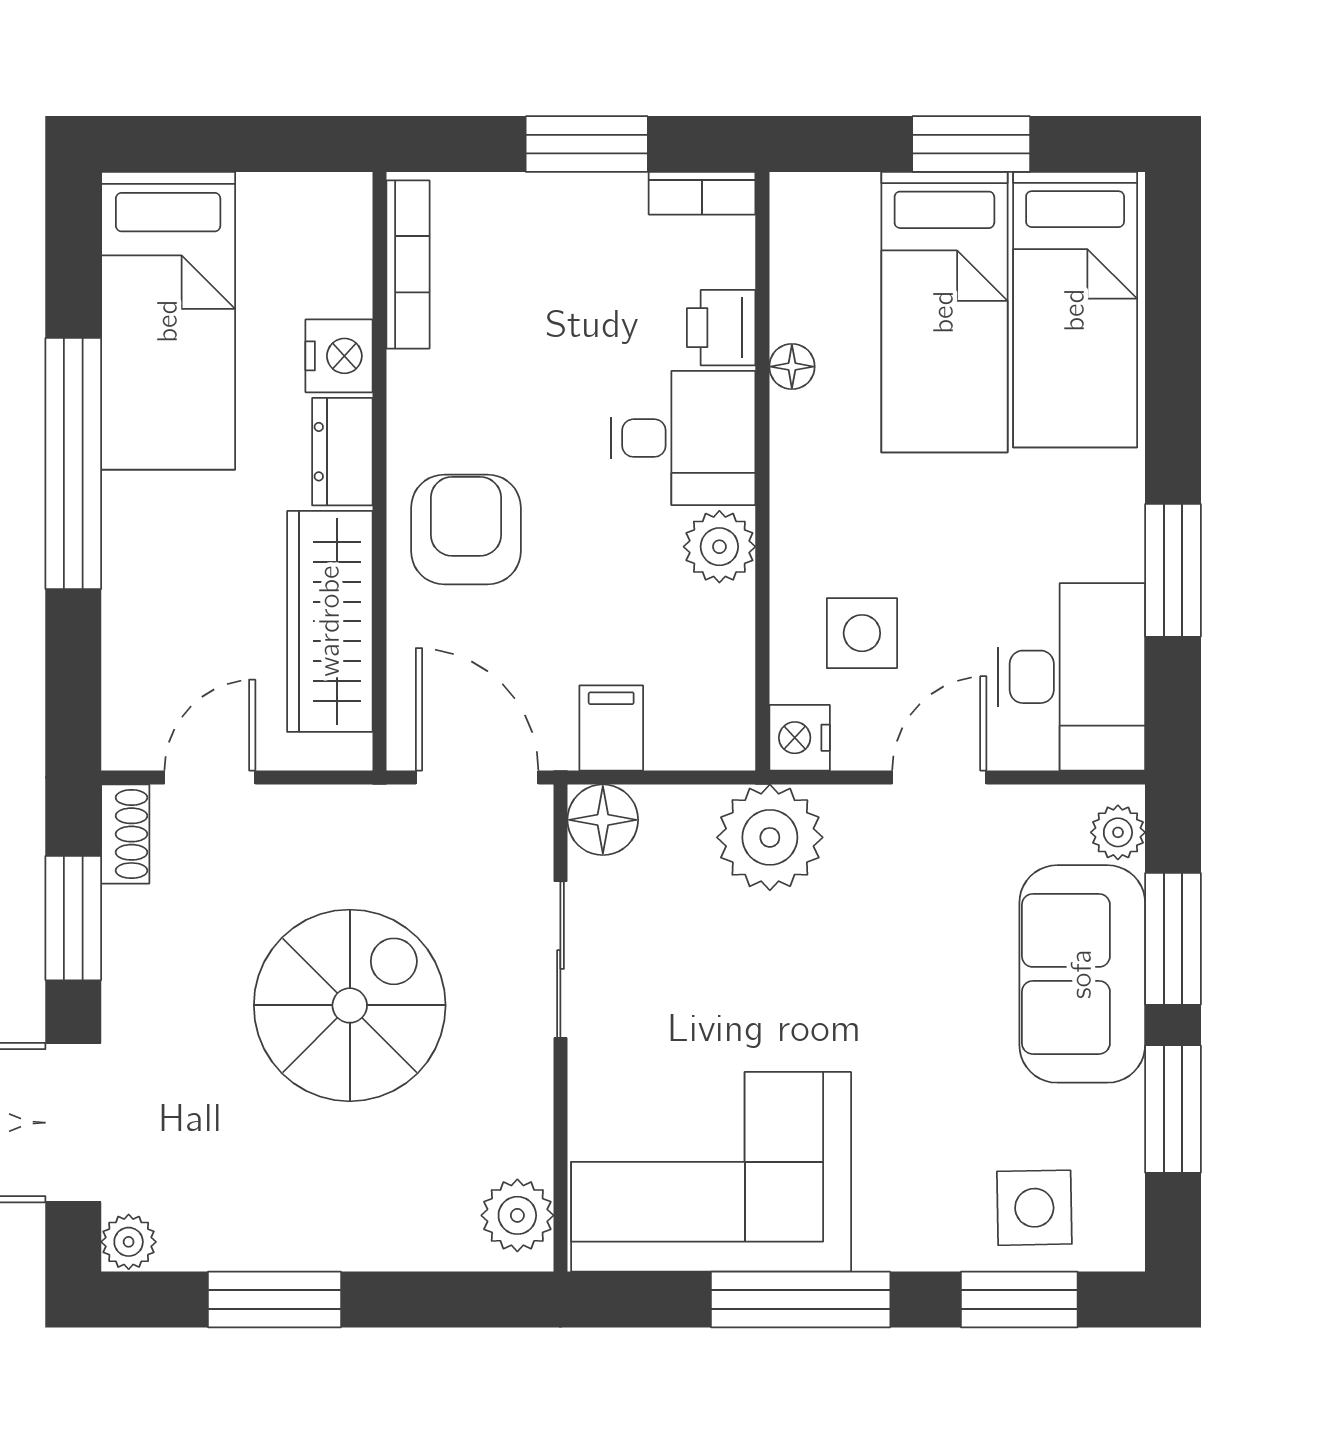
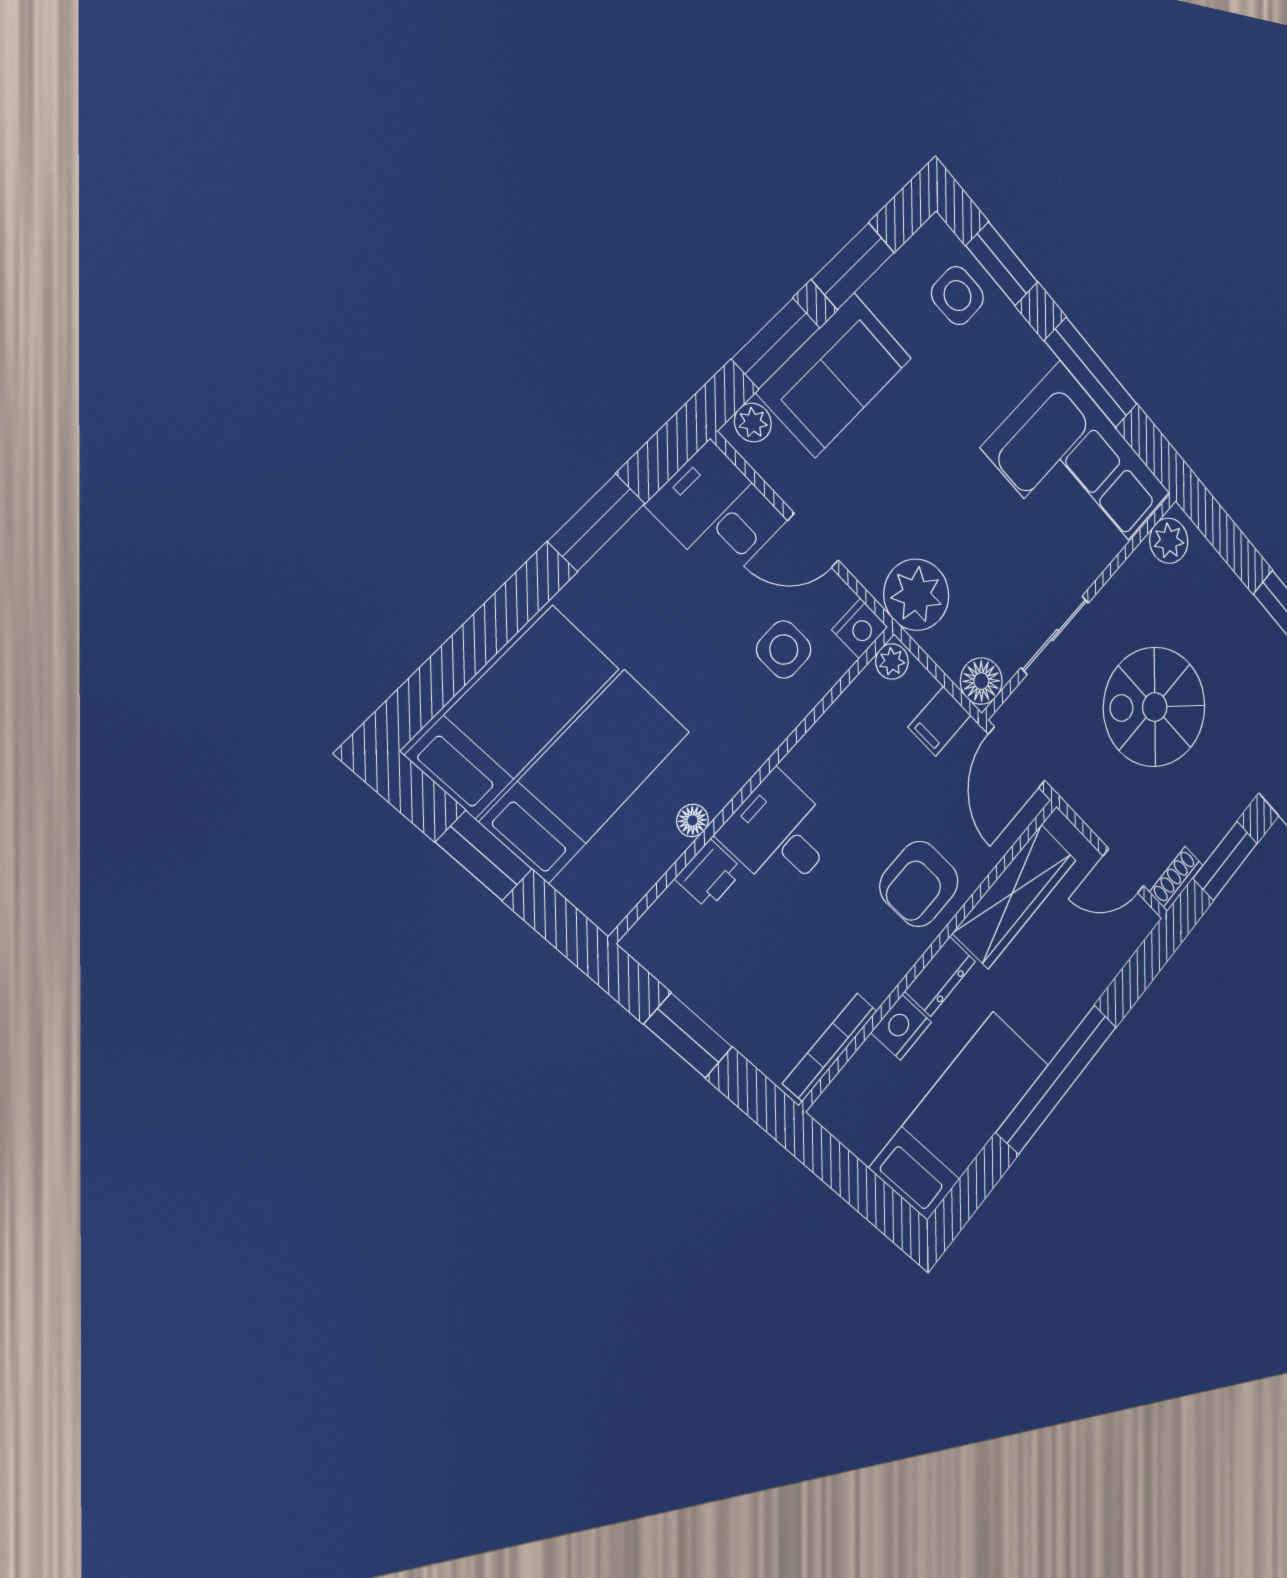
bookcase: (702, 193) -> (654, 956), removed
plant: (719, 547) -> (892, 661), moved, width x0.73, depth x0.73
desk: (1072, 677) -> (714, 510), width x0.73

